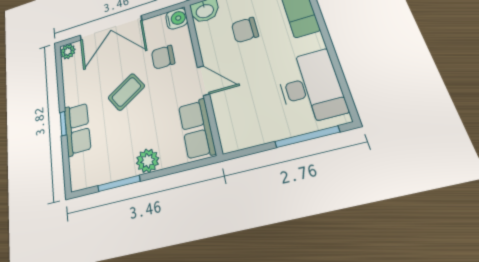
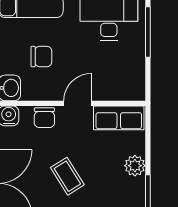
chair: (245, 30) -> (41, 57), turned -90
chair: (163, 57) -> (44, 118), moved

